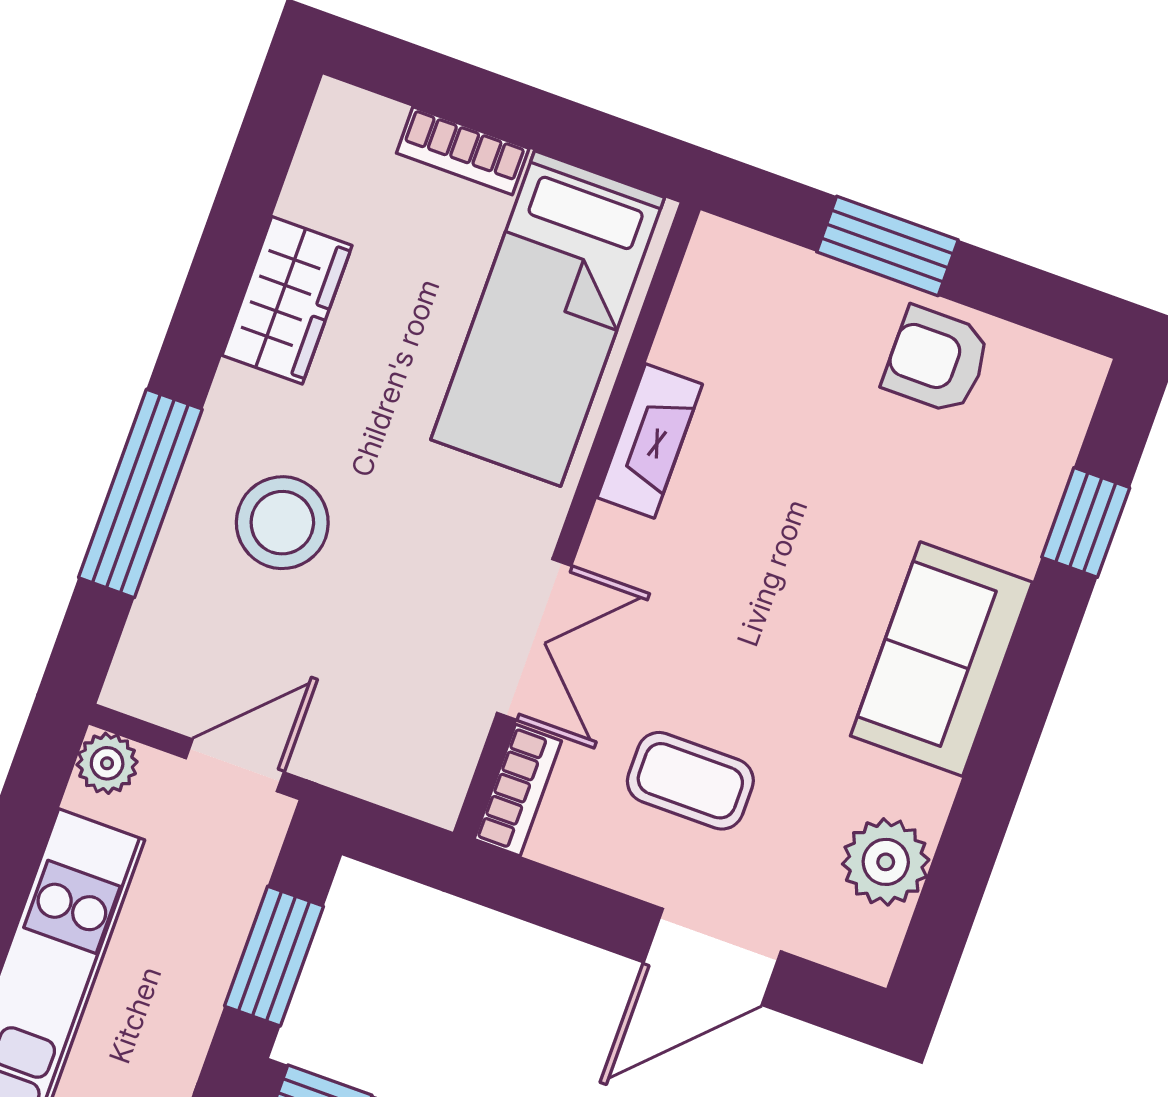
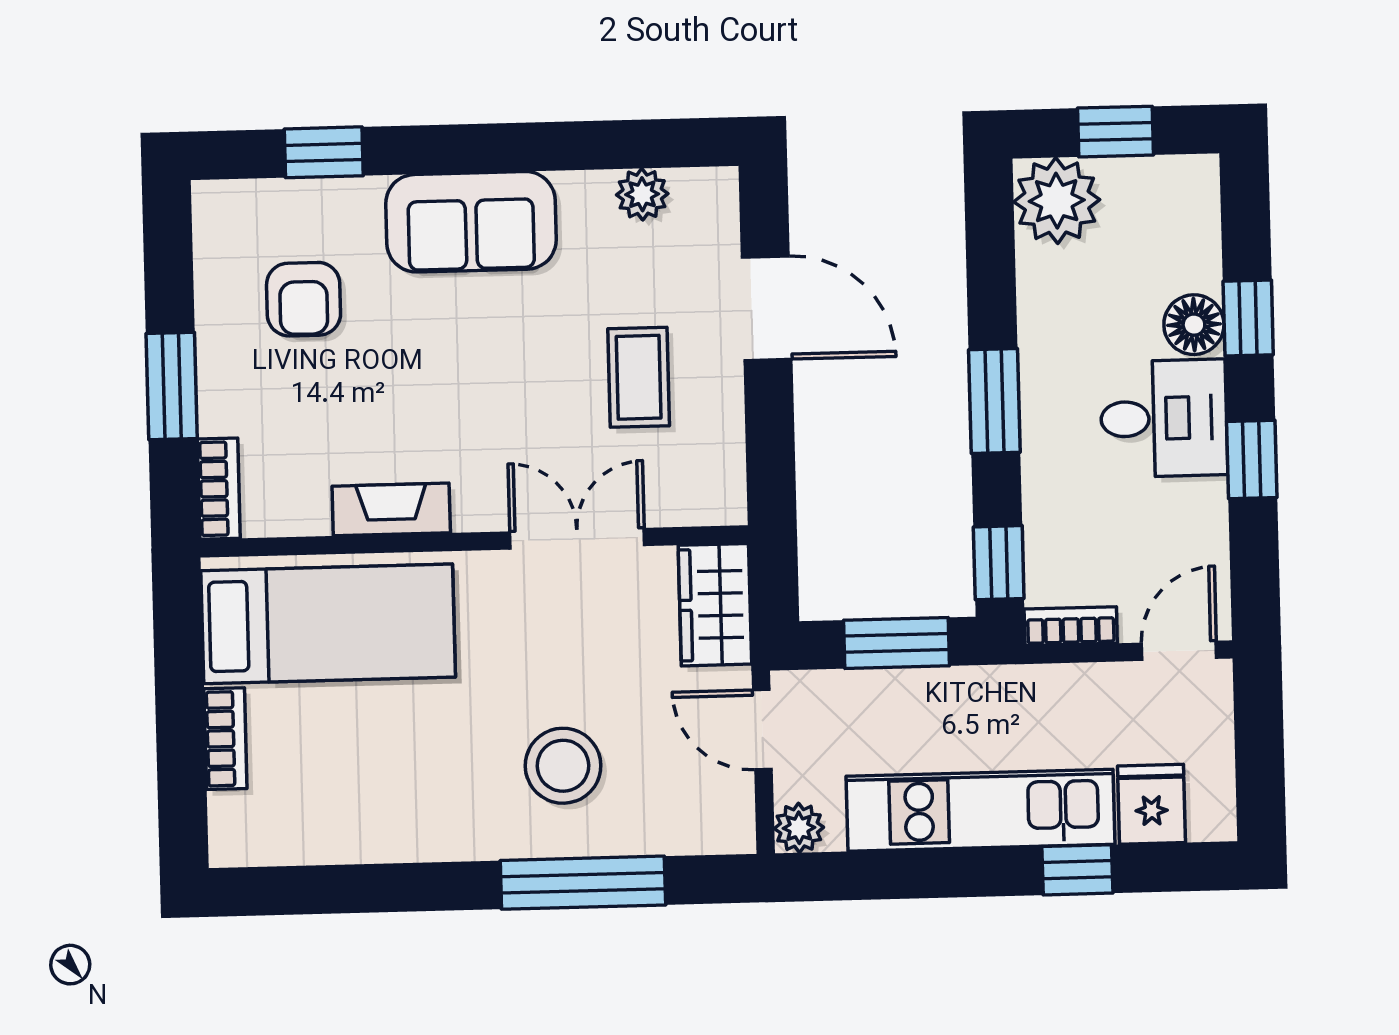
wardrobe: (287, 300) -> (715, 605), moved, turned -90
armchair: (937, 360) -> (304, 299), moved
bookcase: (518, 790) -> (219, 489), moved, turned 90
plant: (886, 862) -> (642, 194), width x0.73, depth x0.73

